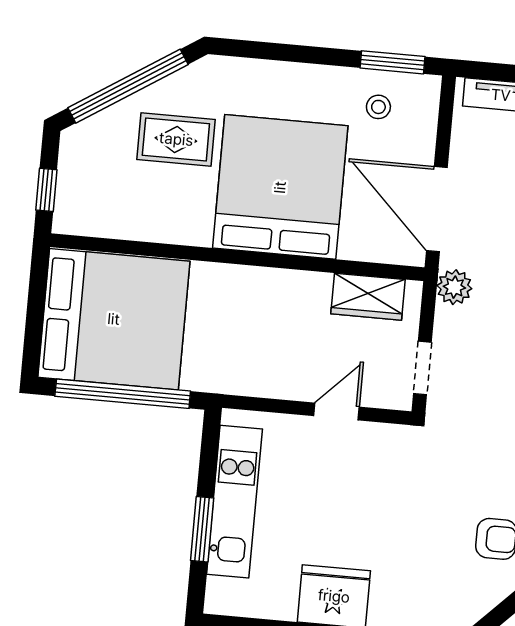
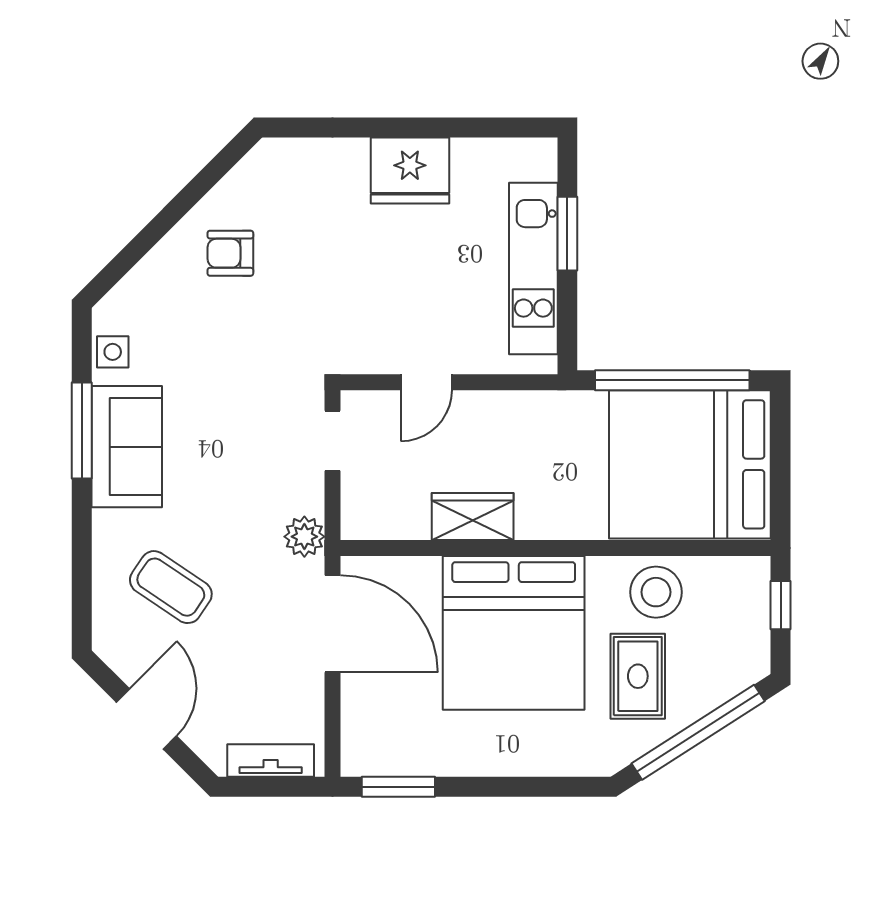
stool: (378, 107) -> (656, 592), moved, width x1.89, depth x1.89
rug: (176, 139) -> (638, 676), turned 90
wardrobe: (368, 297) -> (473, 517), moved

